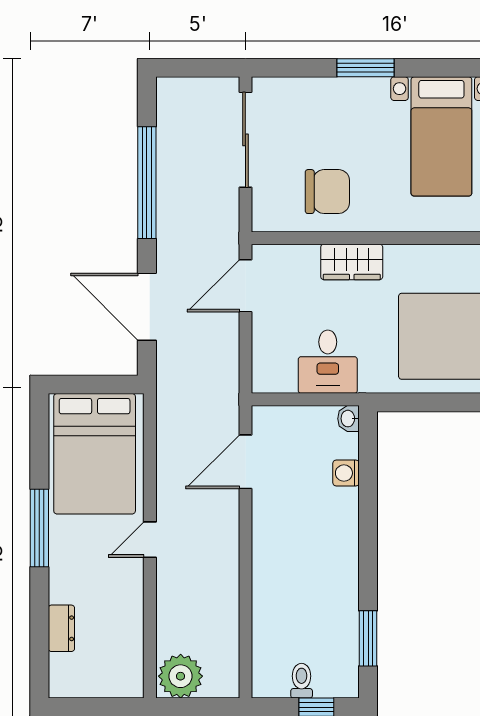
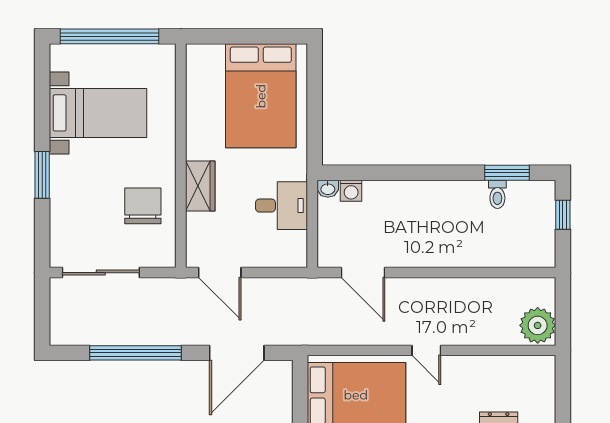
washing machine: (346, 473) -> (351, 191), moved
toilet: (302, 681) -> (497, 194), moved, turned -90

